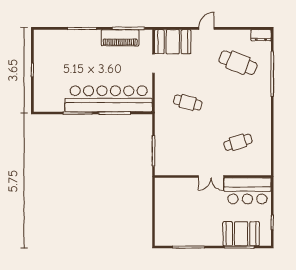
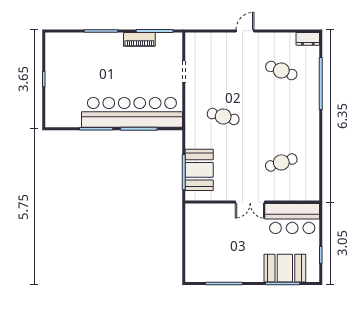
piano: (120, 38) -> (139, 39), width x0.73, depth x0.75
booth: (173, 42) -> (199, 170), moved, turned 90
cafe table: (238, 63) -> (281, 70), width x0.73, depth x0.74

